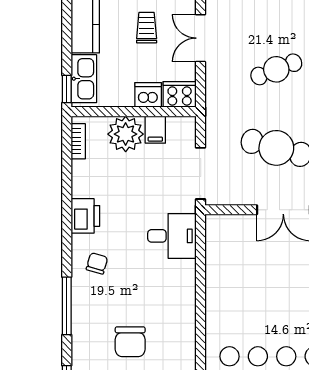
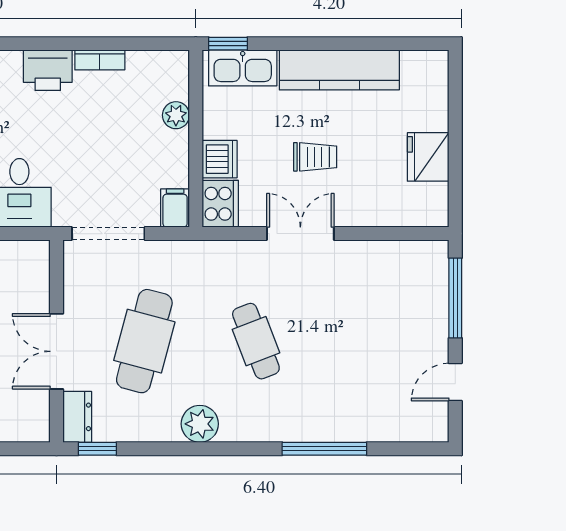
filing cabinet: (155, 130) -> (175, 208), moved, turned 90
plant: (126, 134) -> (176, 115), width x0.53, depth x0.53
bookcase: (78, 141) -> (100, 60), moved

